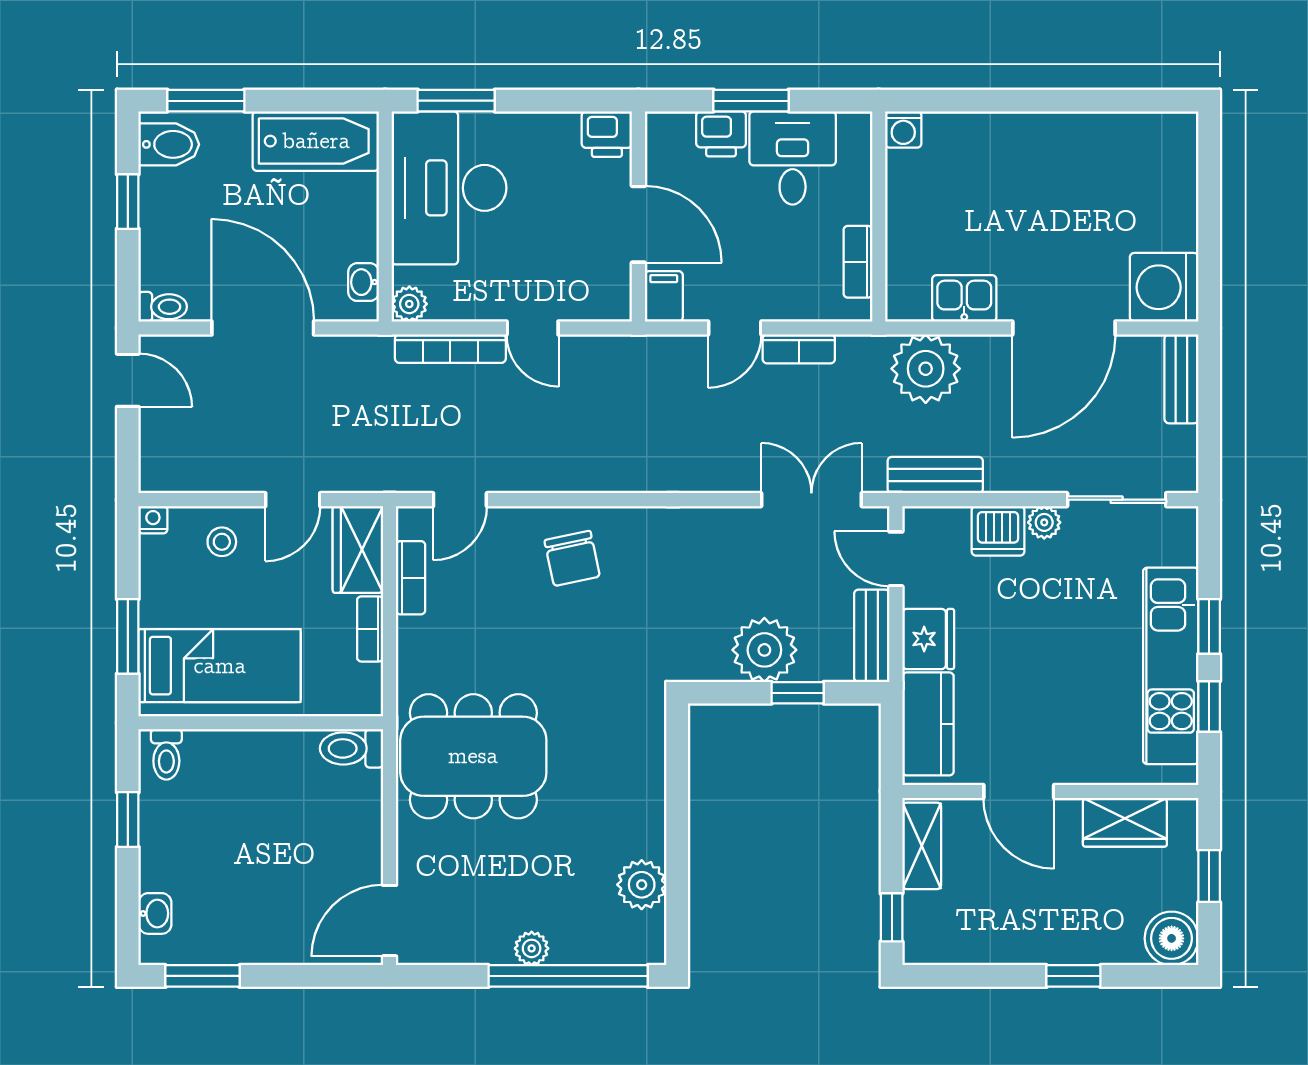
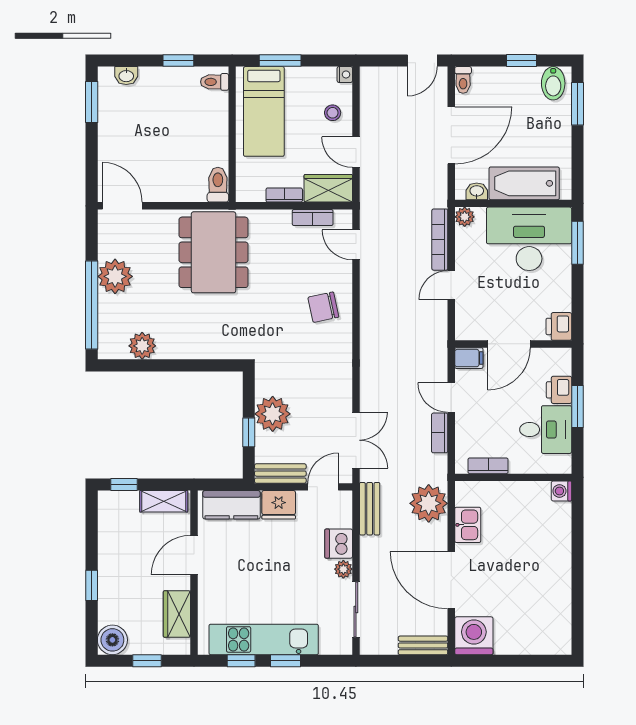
bathtub: (316, 141) -> (524, 183), moved, turned 90
plant: (532, 948) -> (115, 276), width x1.87, depth x1.87

